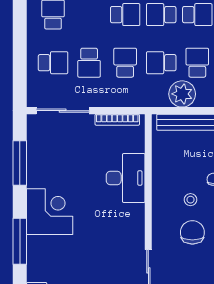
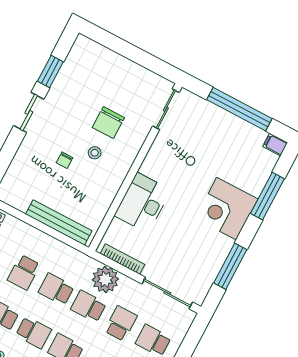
school desk: (125, 63) -> (88, 306), turned 90
school desk: (161, 63) -> (56, 289), turned 180
plant: (182, 94) -> (105, 279), moved

